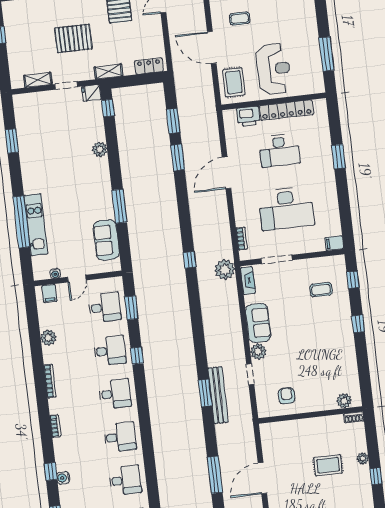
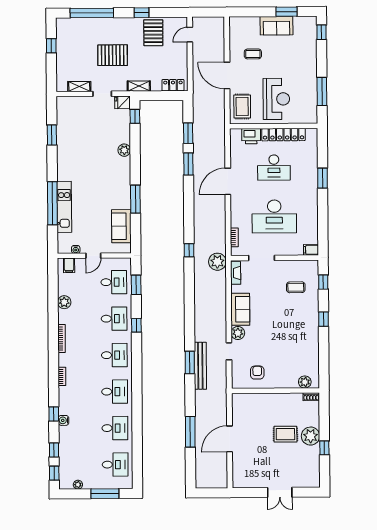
plant: (363, 458) -> (311, 436), width x1.87, depth x1.87

